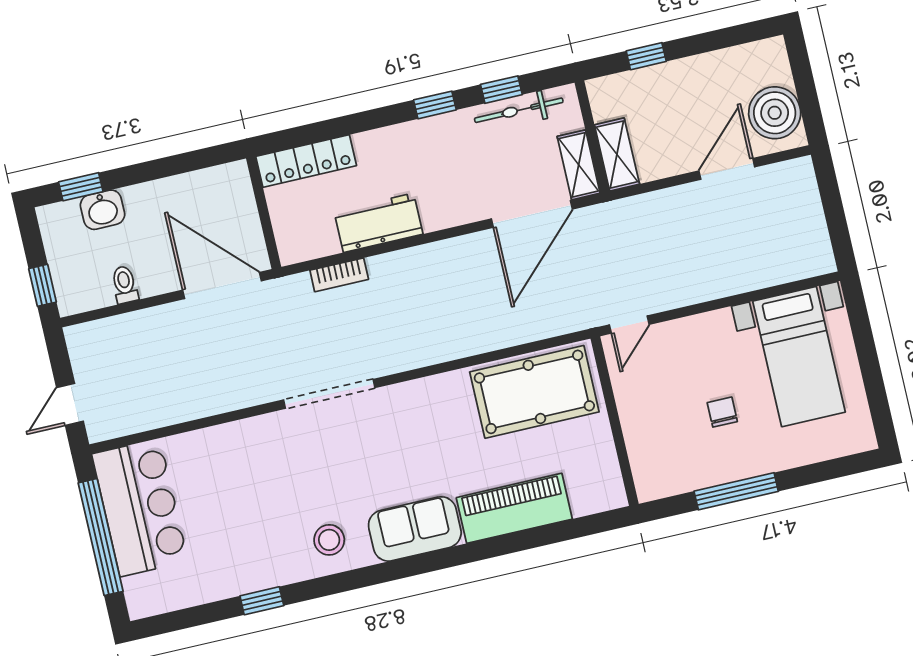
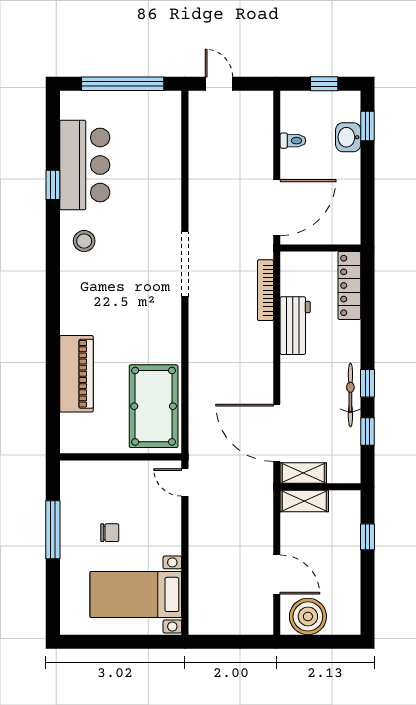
bicycle: (519, 110) -> (350, 395), moved
bookcase: (339, 275) -> (265, 290), width x1.56
window: (43, 285) -> (324, 84), moved
bar counter: (140, 508) -> (85, 165), moved, turned -90
sofa: (415, 529) -> (78, 302), removed

